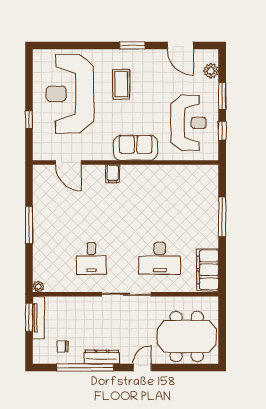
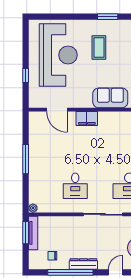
reception desk: (70, 94) -> (58, 55), turned 180
filing cabinet: (113, 174) -> (87, 119), width x2.00

